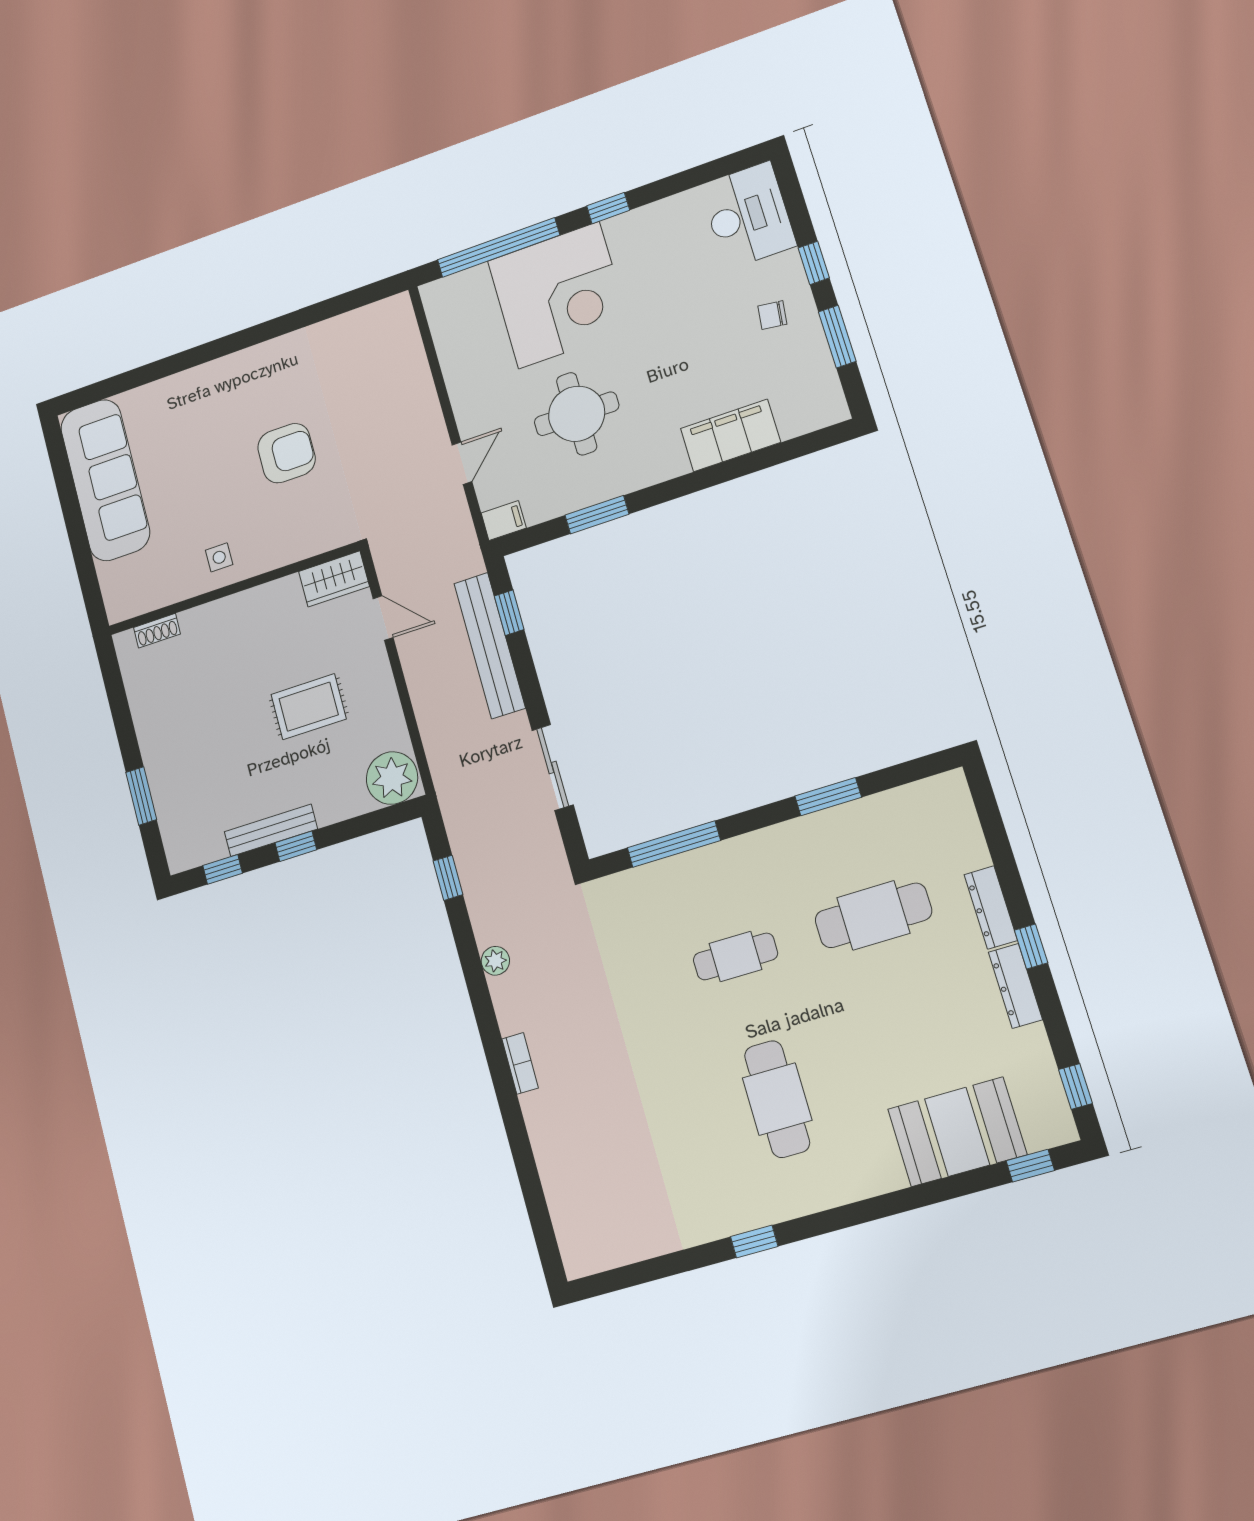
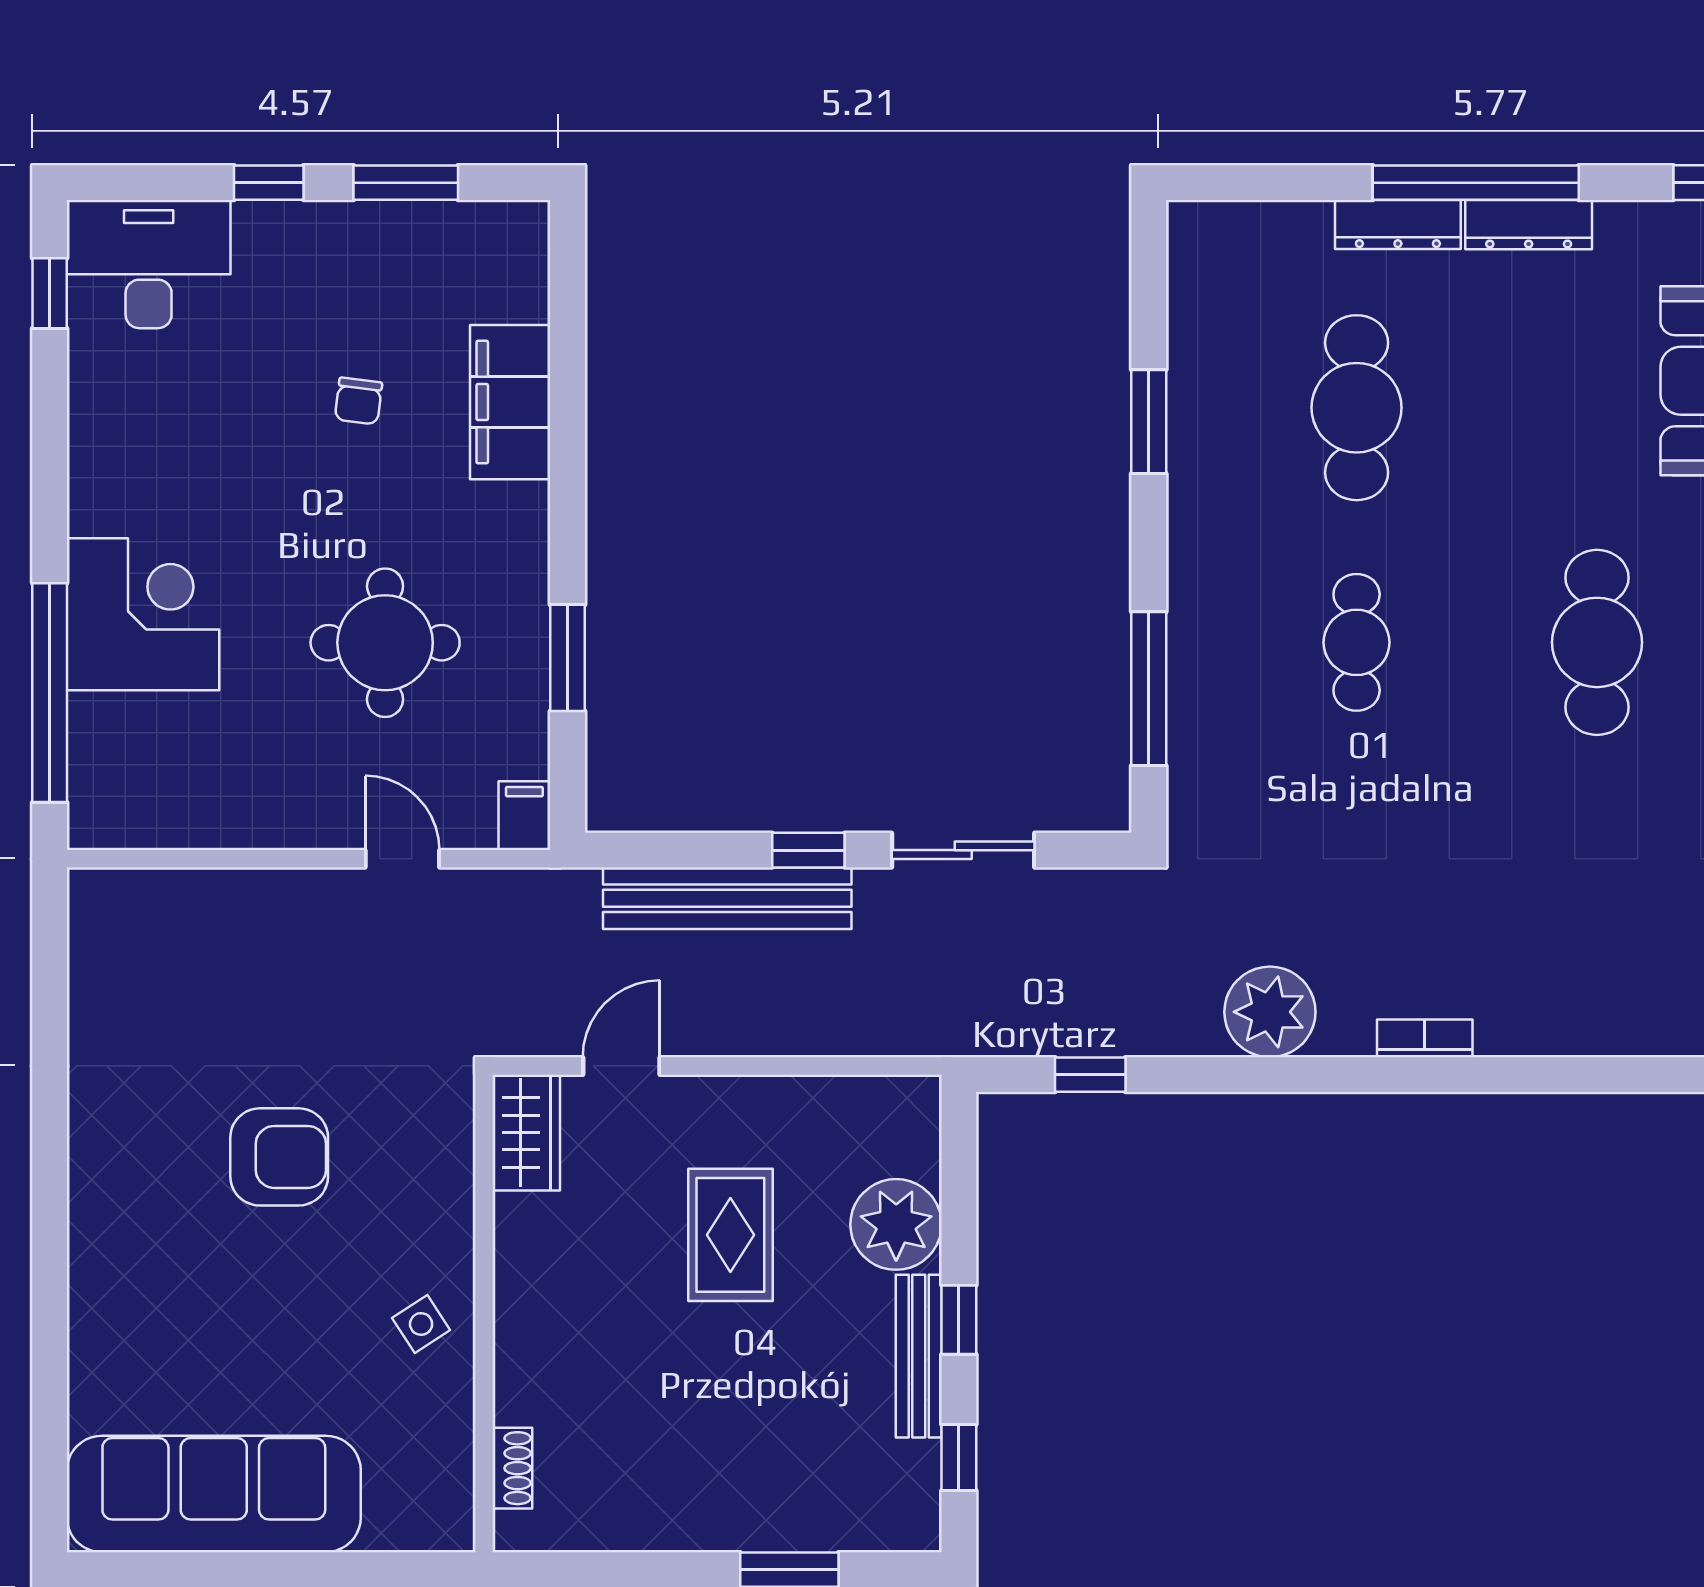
window: (608, 208) -> (50, 293), moved
corner desk: (559, 295) -> (143, 614), width x0.74, depth x0.74
chair: (772, 315) -> (358, 401), moved
armchair: (287, 453) -> (279, 1157), turned 90
side table: (219, 557) -> (421, 1324), turned -33
window: (509, 613) -> (808, 850), moved
plant: (392, 778) -> (896, 1224), moved
window: (1031, 946) -> (1476, 183), width x3.17
plant: (495, 961) -> (1270, 1012), width x1.87, depth x1.87
cafe table: (777, 1099) -> (1597, 642), turned 90

